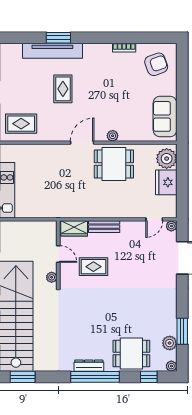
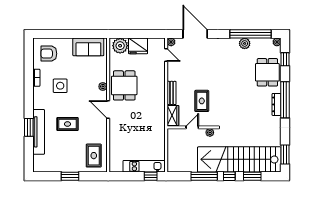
armchair: (156, 64) -> (49, 54), turned -70
side table: (114, 79) -> (60, 86), added
window: (182, 331) -> (250, 34), width x2.11
plant: (170, 343) -> (245, 43), moved

